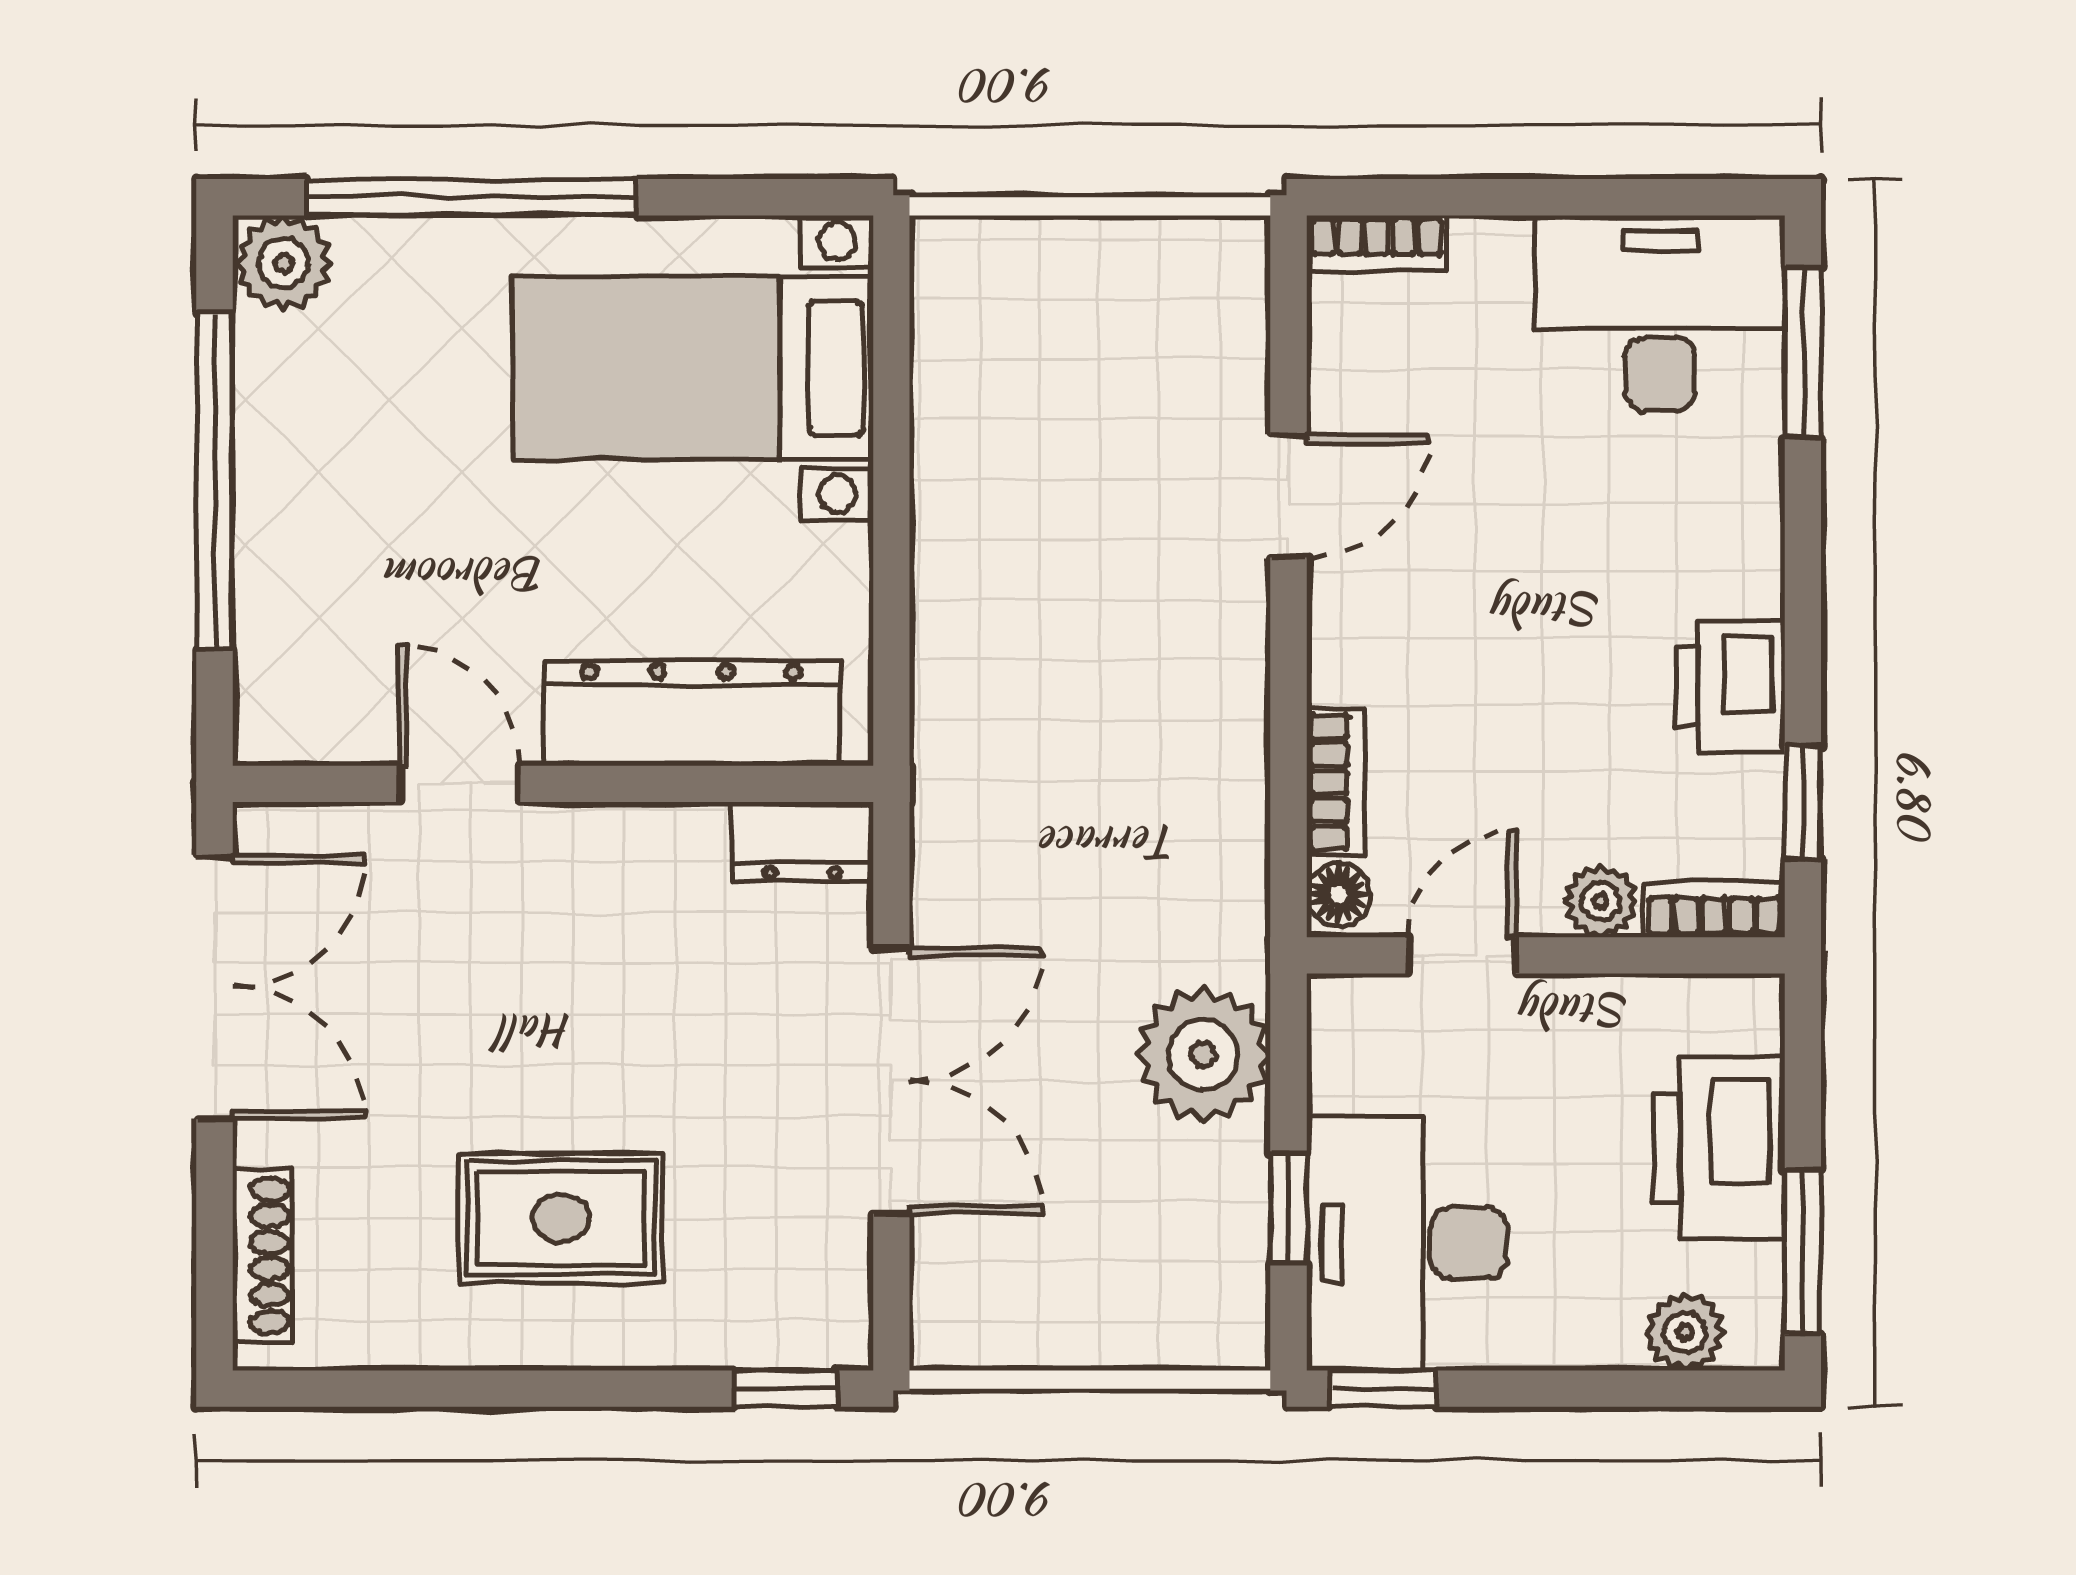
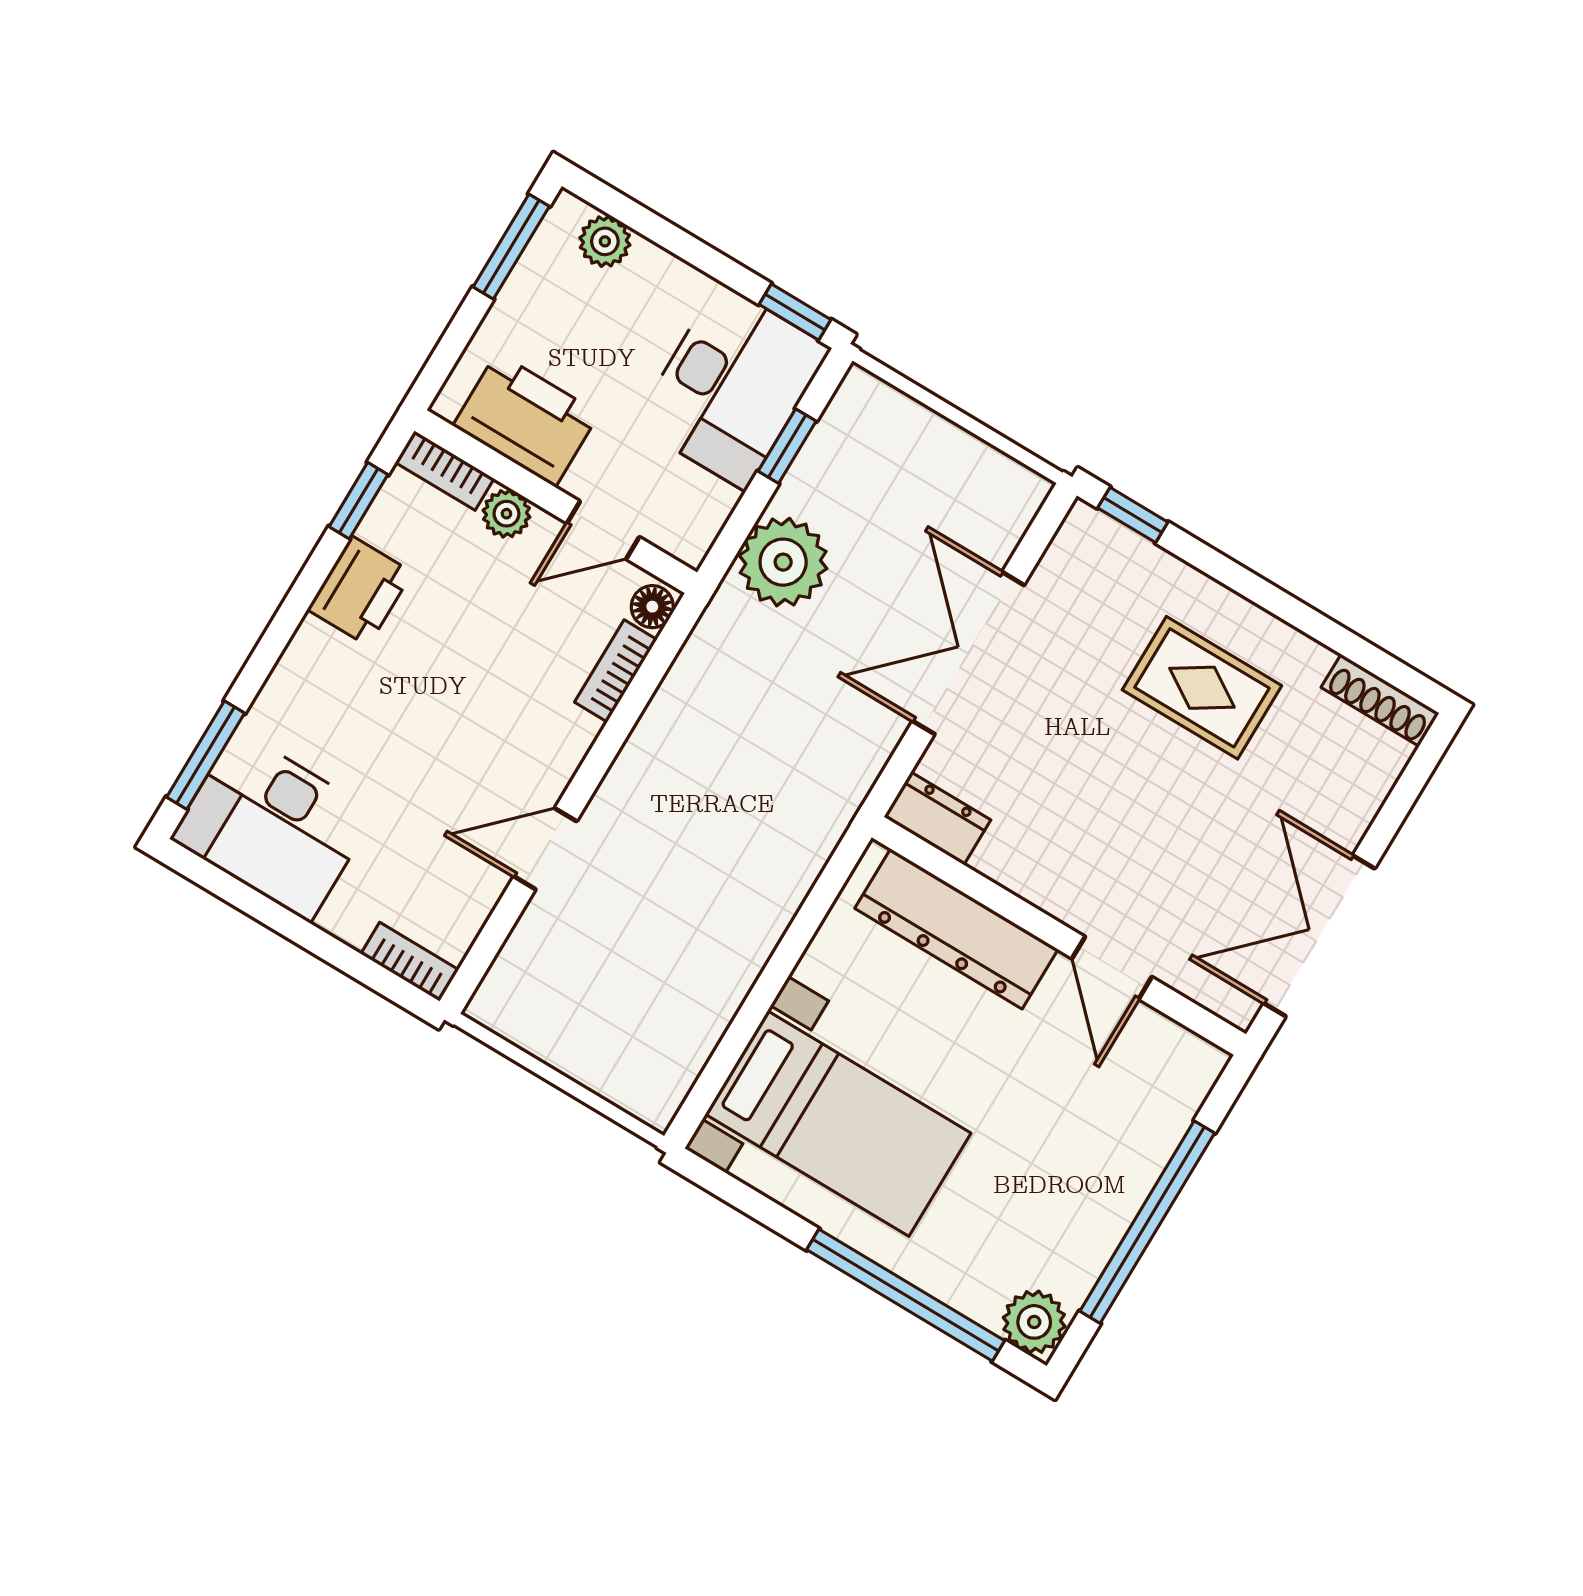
printer: (1719, 1148) -> (526, 420), moved, turned -90
shoe rack: (262, 1256) -> (1380, 700), moved, turned -90

